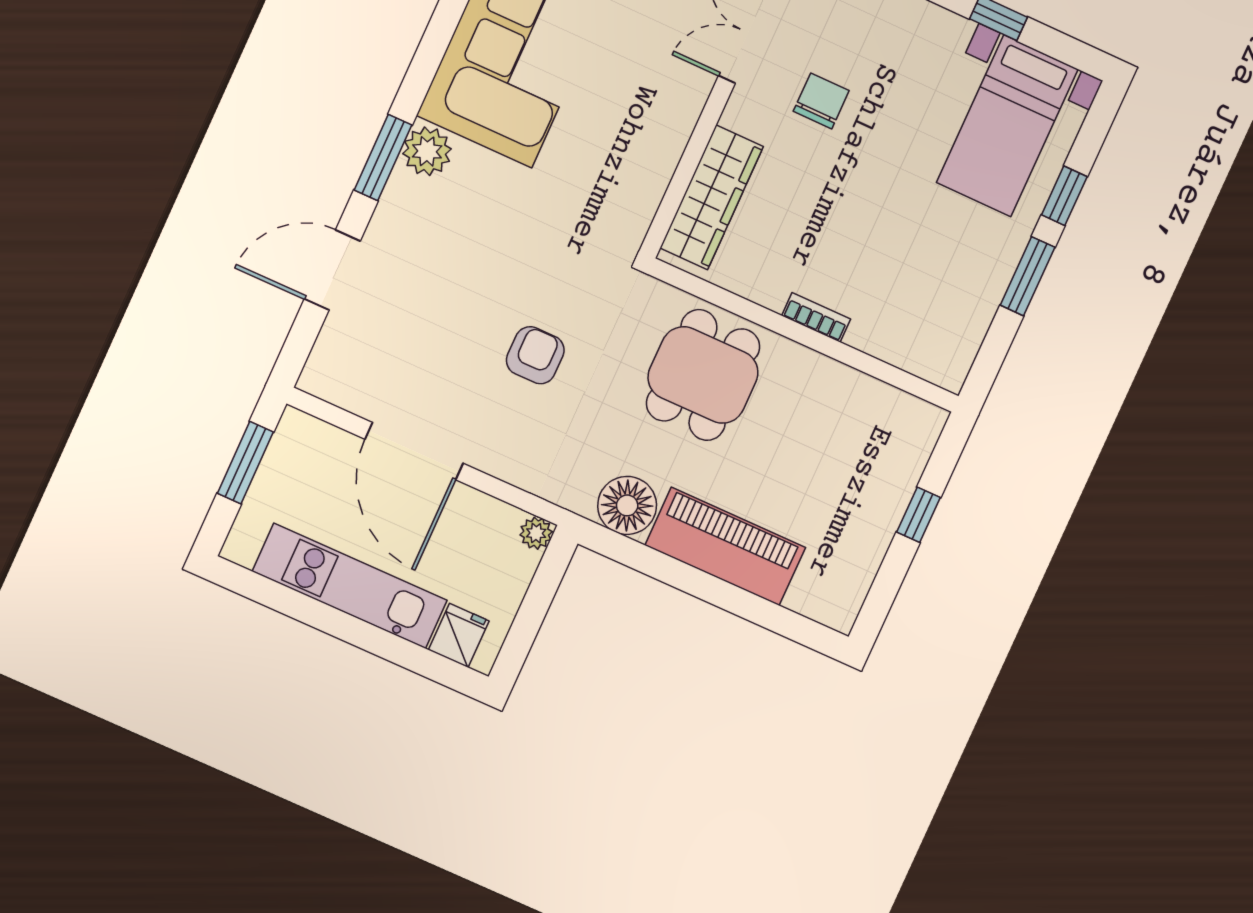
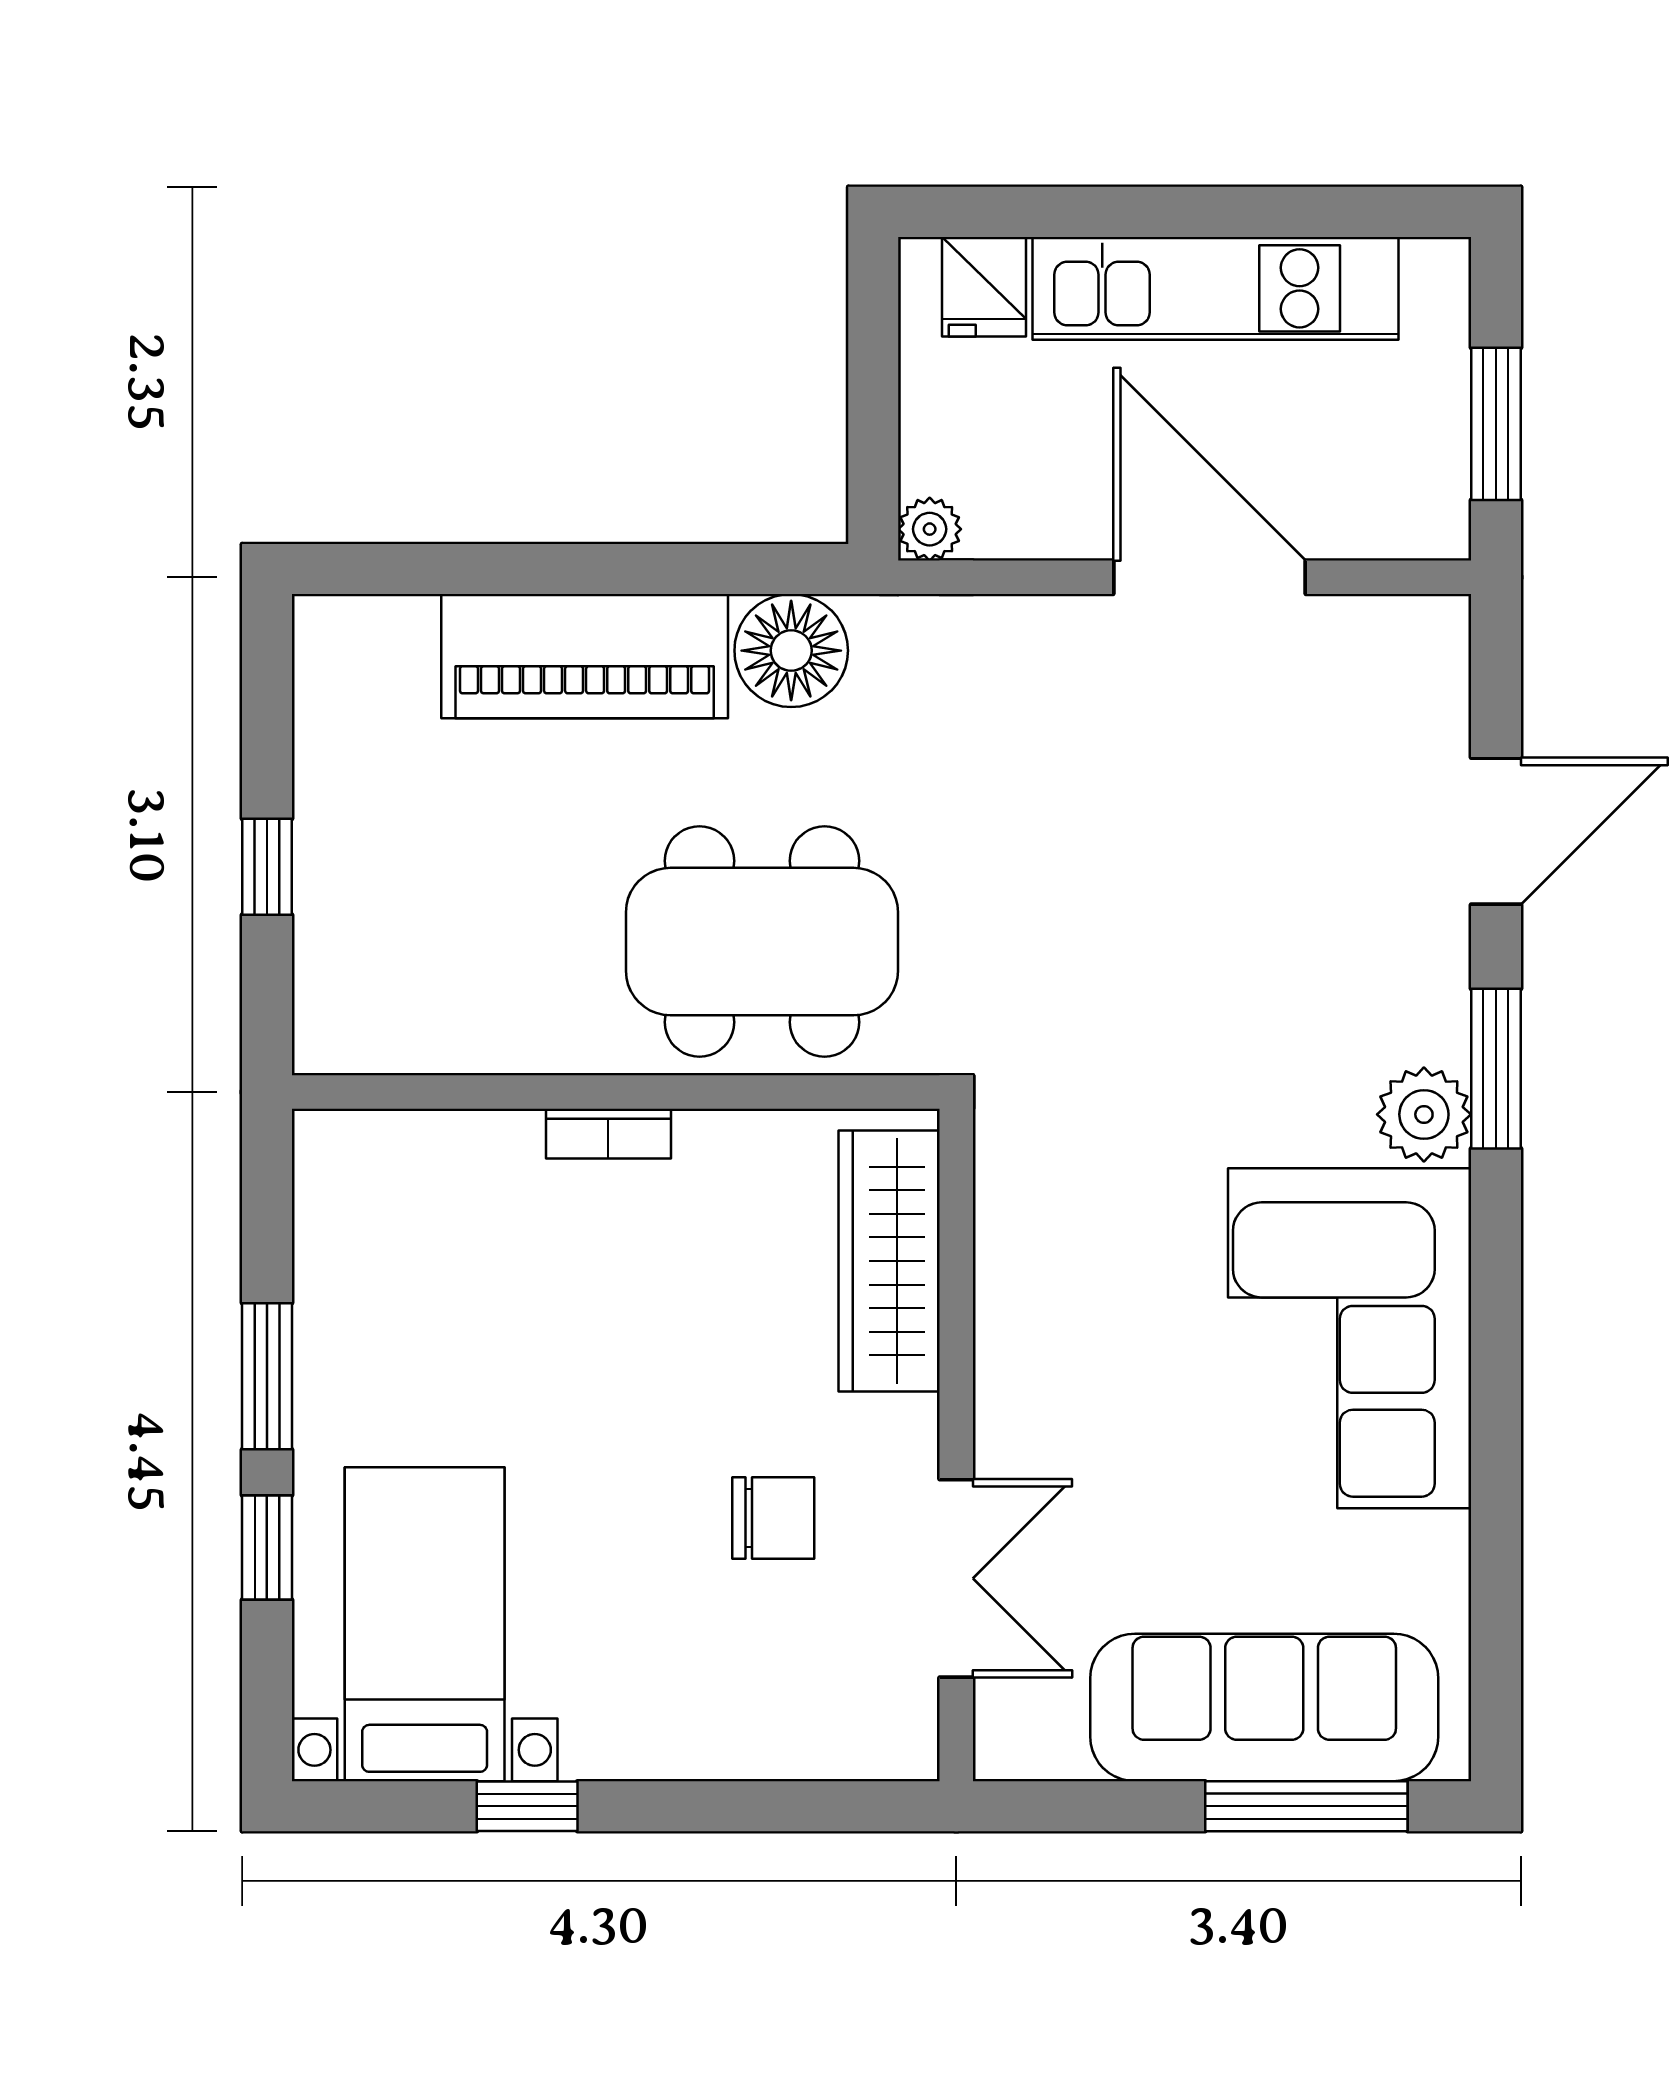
chair: (821, 101) -> (773, 1518), turned -90
armchair: (535, 355) -> (1073, 843), removed
dining table: (703, 375) -> (762, 942), width x1.38

